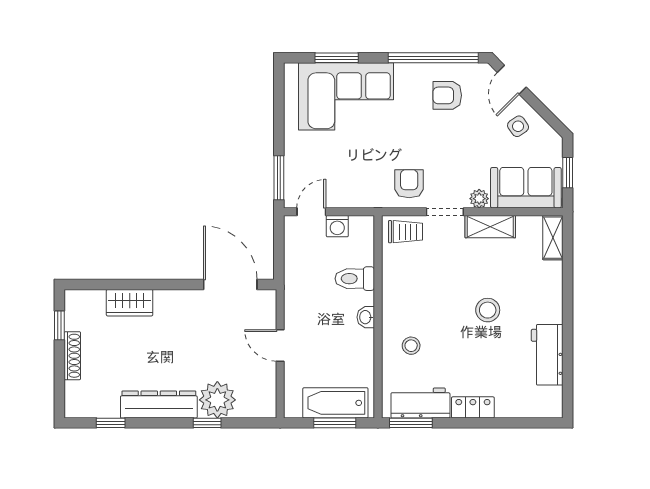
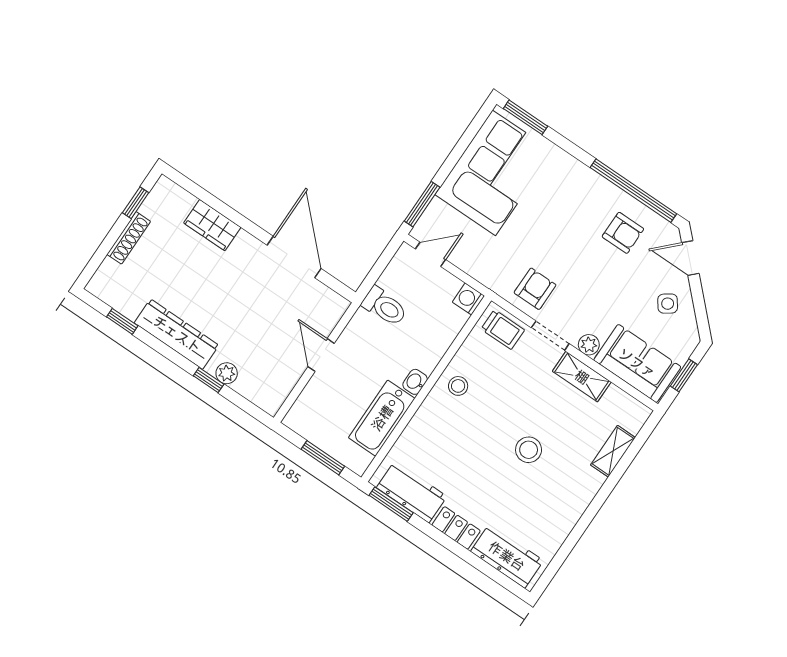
window: (337, 58) -> (525, 117), moved
door: (512, 80) -> (690, 258), hinge flipped
armchair: (447, 95) -> (623, 233), turned 180
corner sofa: (346, 96) -> (494, 173), moved, turned -90
washing machine: (337, 226) -> (468, 299), moved, turned 90
shelving: (553, 238) -> (613, 451), moved
toilet: (355, 279) -> (385, 306), moved, turned 180
door: (230, 284) -> (294, 257), moved
stool: (411, 346) -> (458, 386), moved
workbench: (547, 355) -> (507, 556), moved, turned 90
plant: (217, 400) -> (227, 373), width x0.53, depth x0.53
bathtub: (335, 403) -> (382, 418), moved, turned -90

